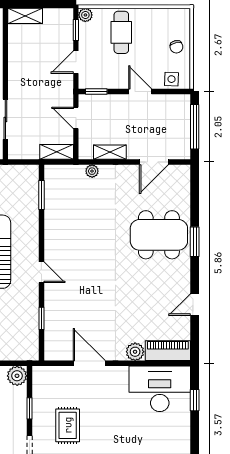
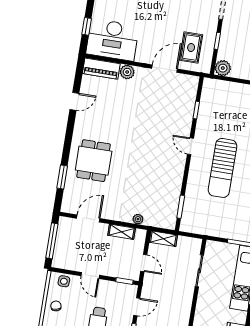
dining table: (159, 235) -> (94, 161), width x0.73
window: (195, 242) -> (62, 177), moved
door: (89, 363) -> (165, 69), swing flipped
rug: (68, 425) -> (191, 48), moved

